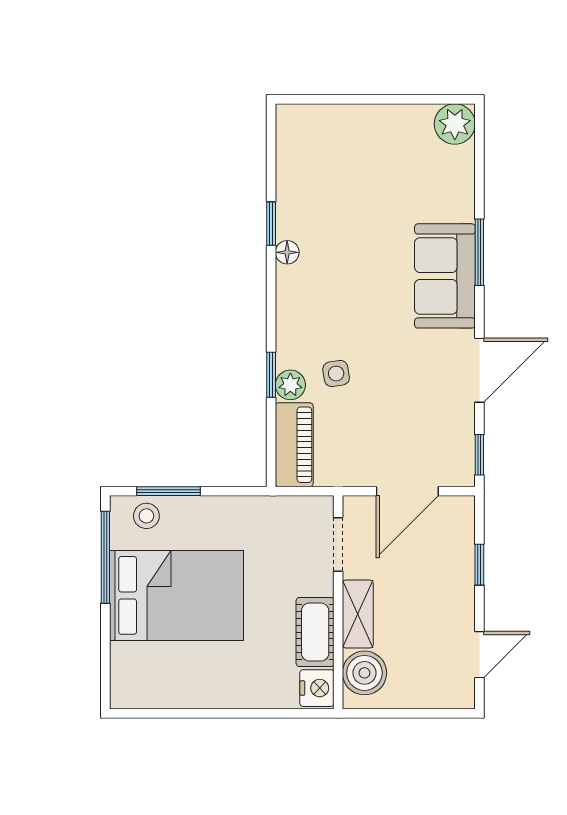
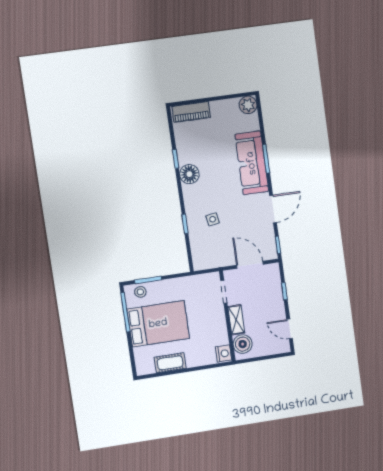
floor lamp: (287, 252) -> (189, 174), width x1.89, depth x1.89
sofa: (445, 276) -> (252, 163), width x1.36
plant: (290, 385) -> (194, 227), removed
piano: (294, 445) -> (191, 112), moved, turned 90
door: (407, 491) -> (250, 265), swing flipped
cot: (315, 632) -> (170, 363), moved, turned 90
door: (479, 655) -> (290, 329), swing flipped

